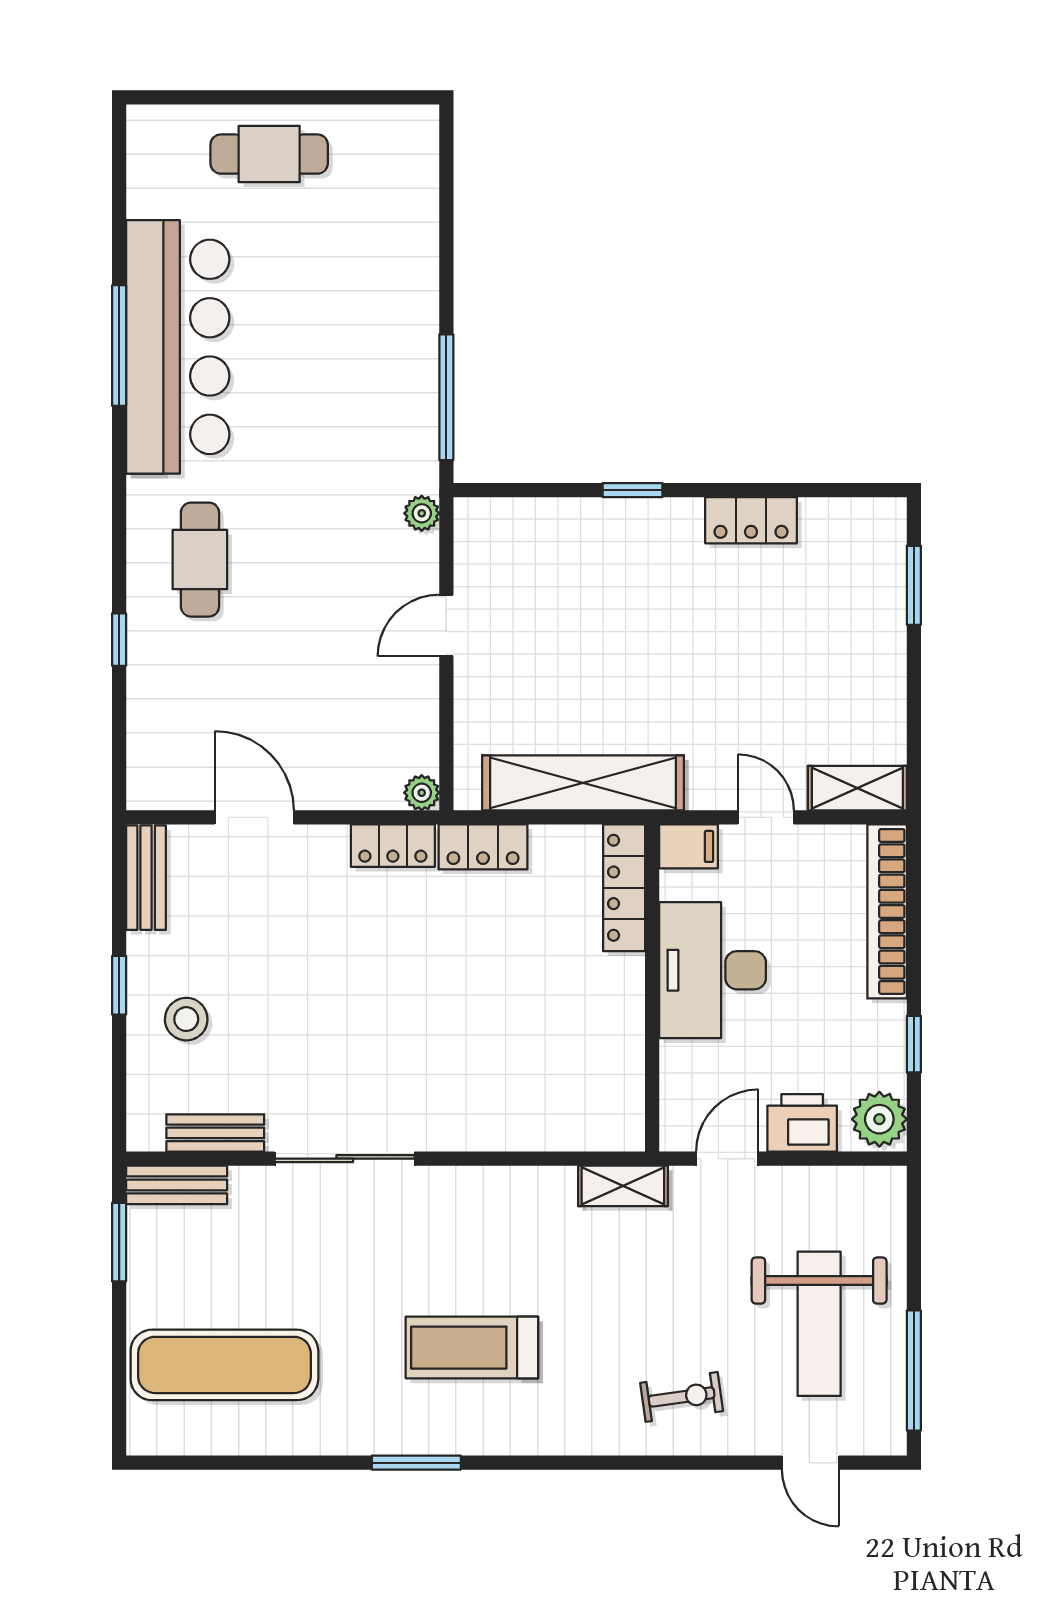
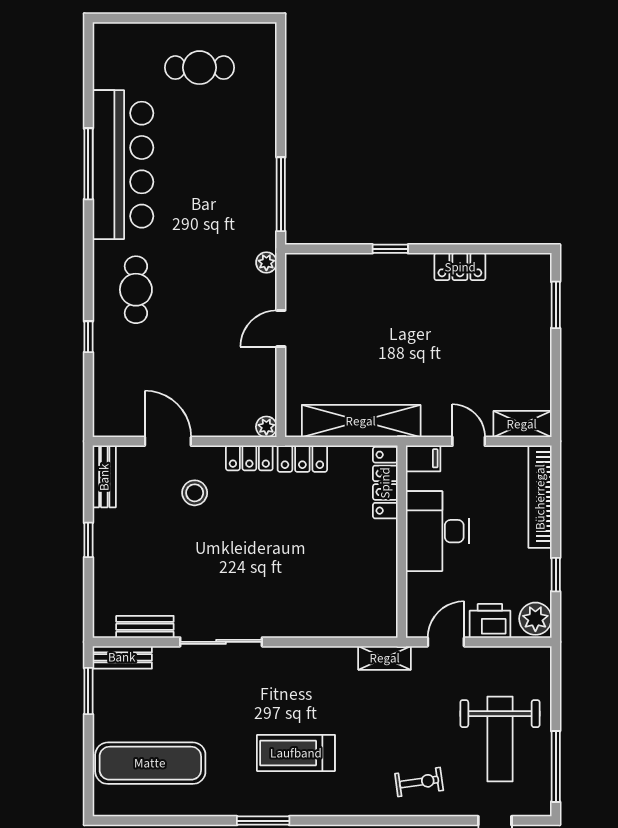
cafe table: (269, 154) -> (200, 68), moved
stool: (186, 1019) -> (195, 493), moved

